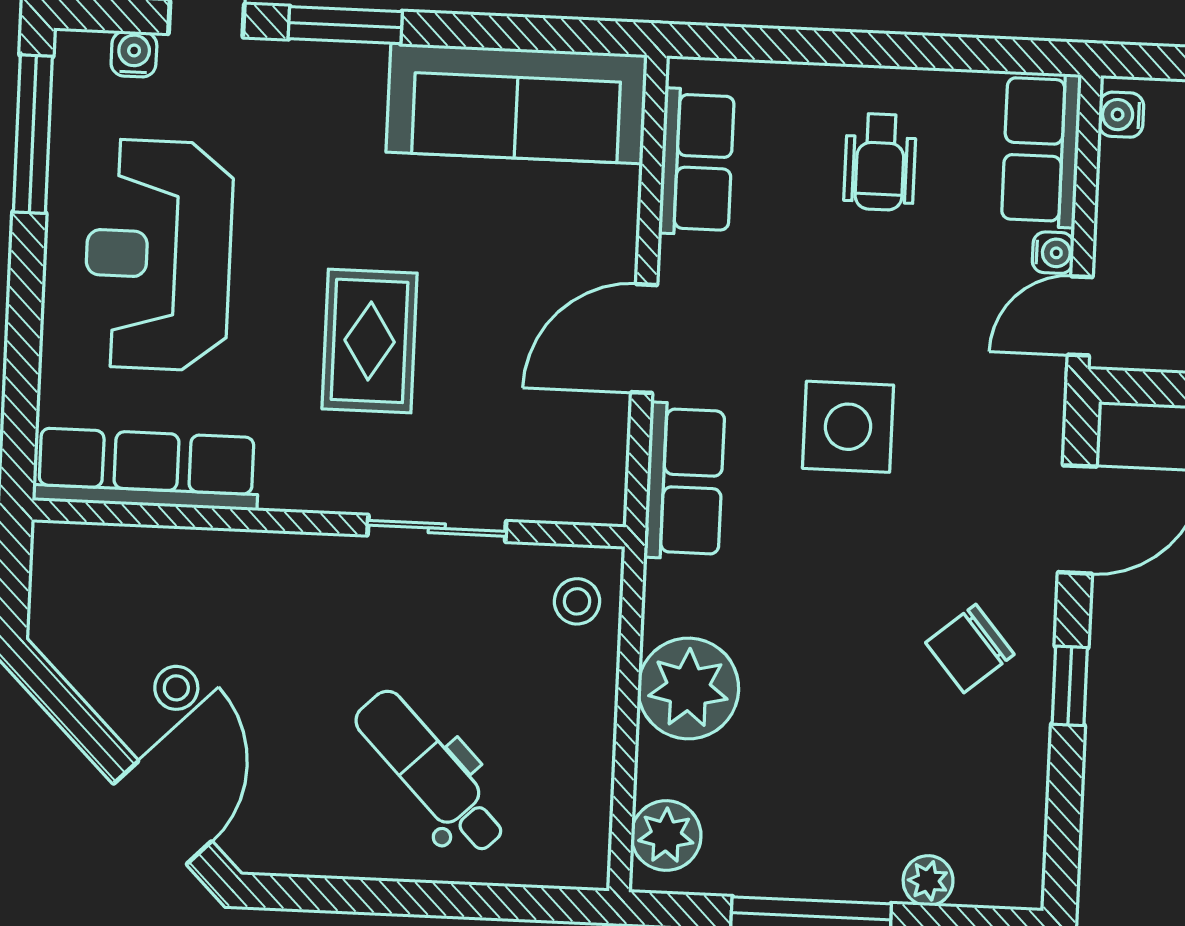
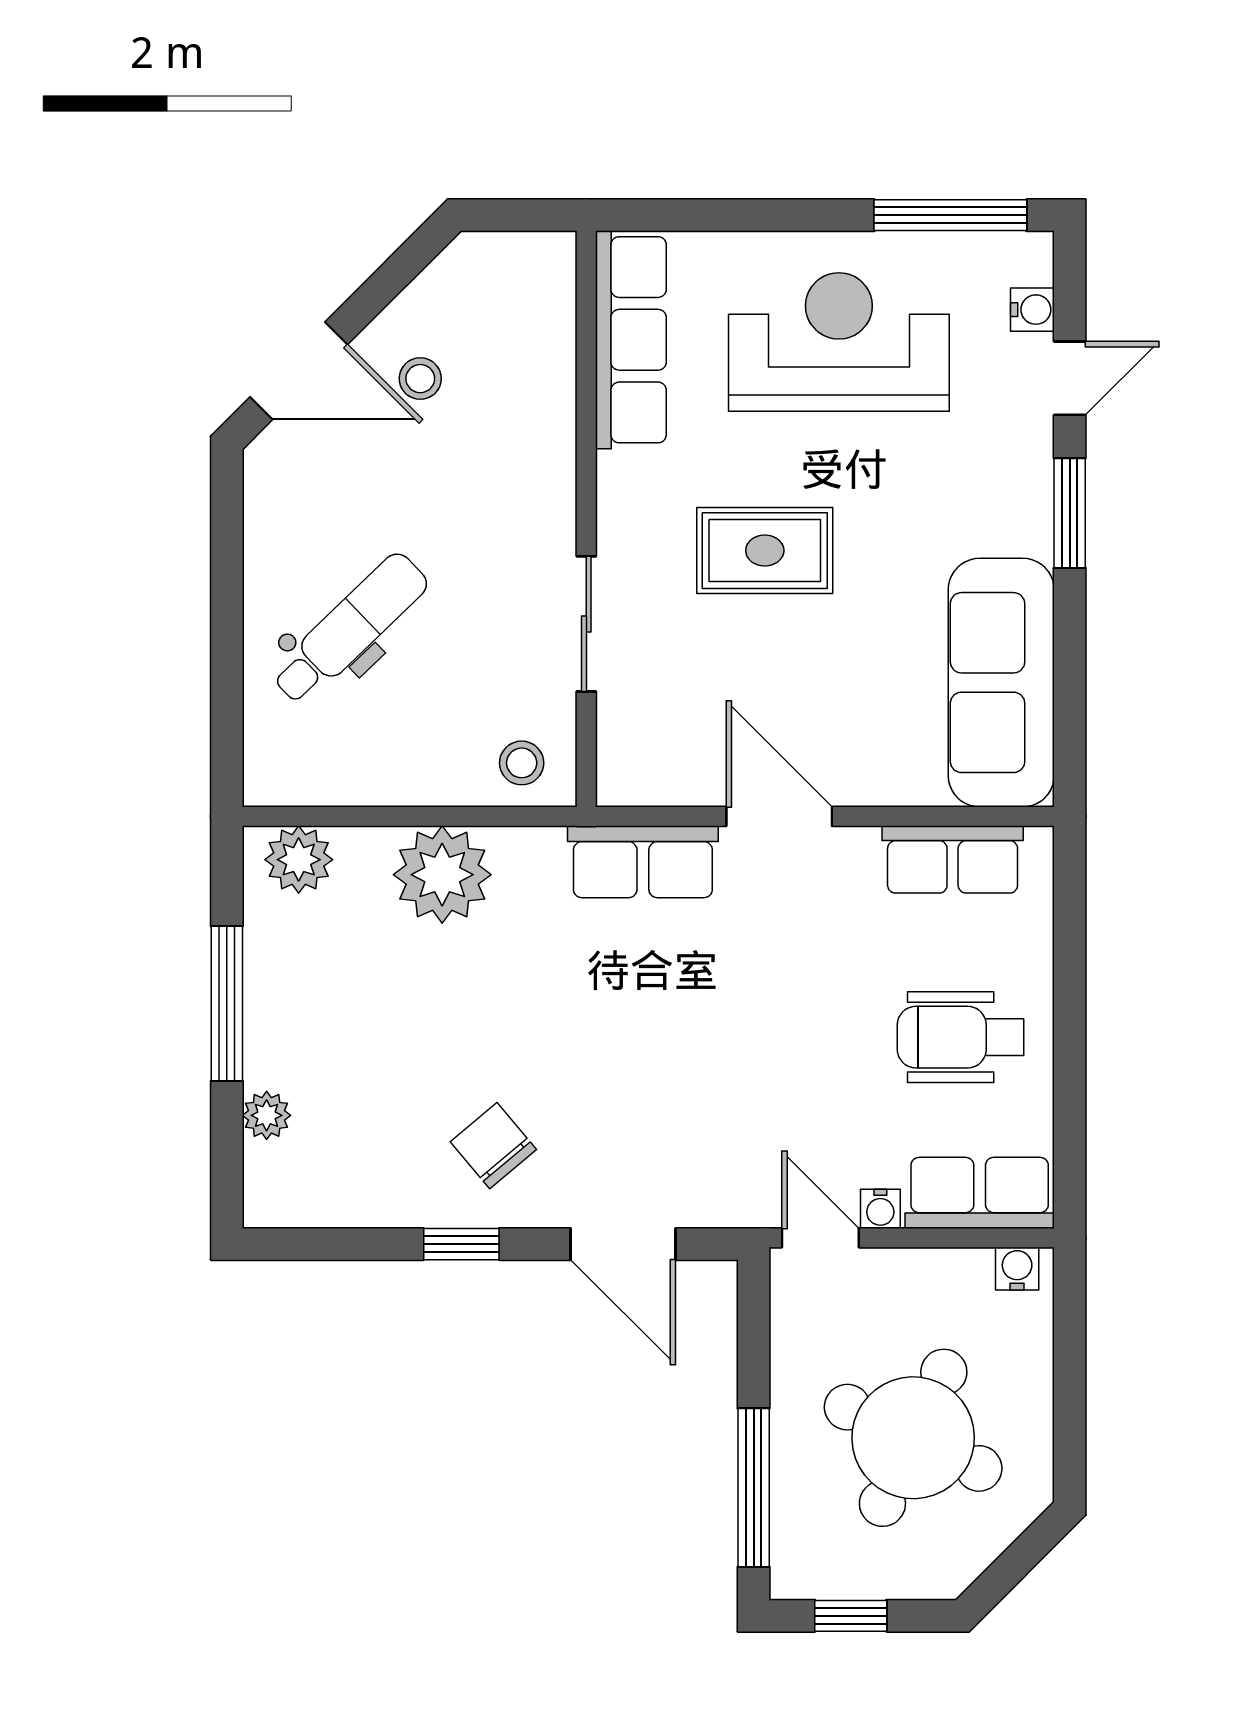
wheelchair: (880, 162) -> (961, 1037), width x1.36, depth x1.37
side table: (848, 427) -> (703, 1018), removed

